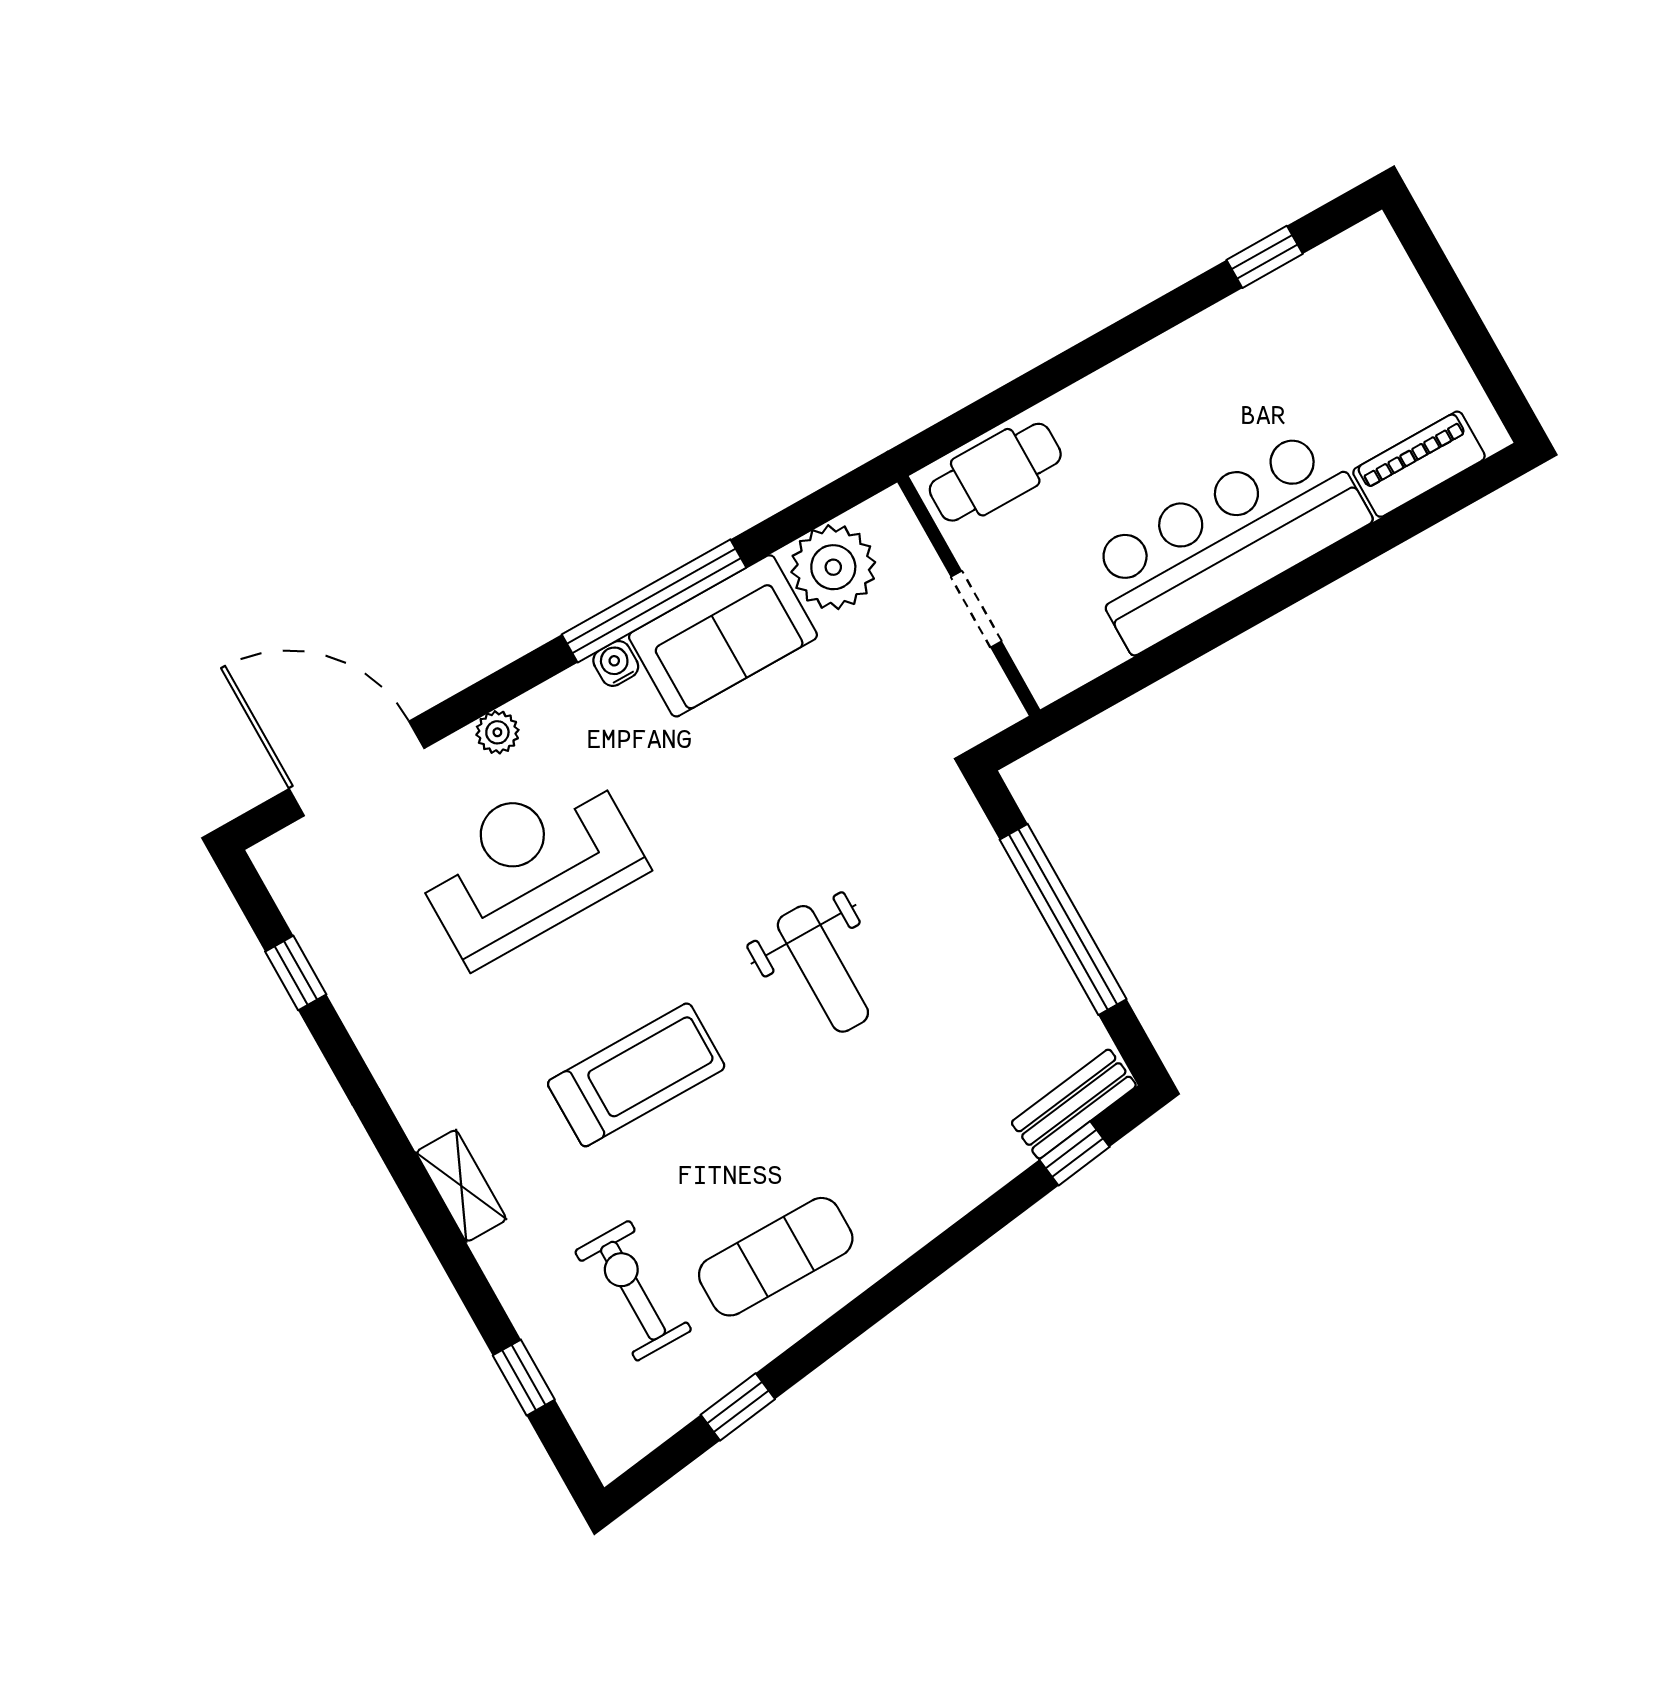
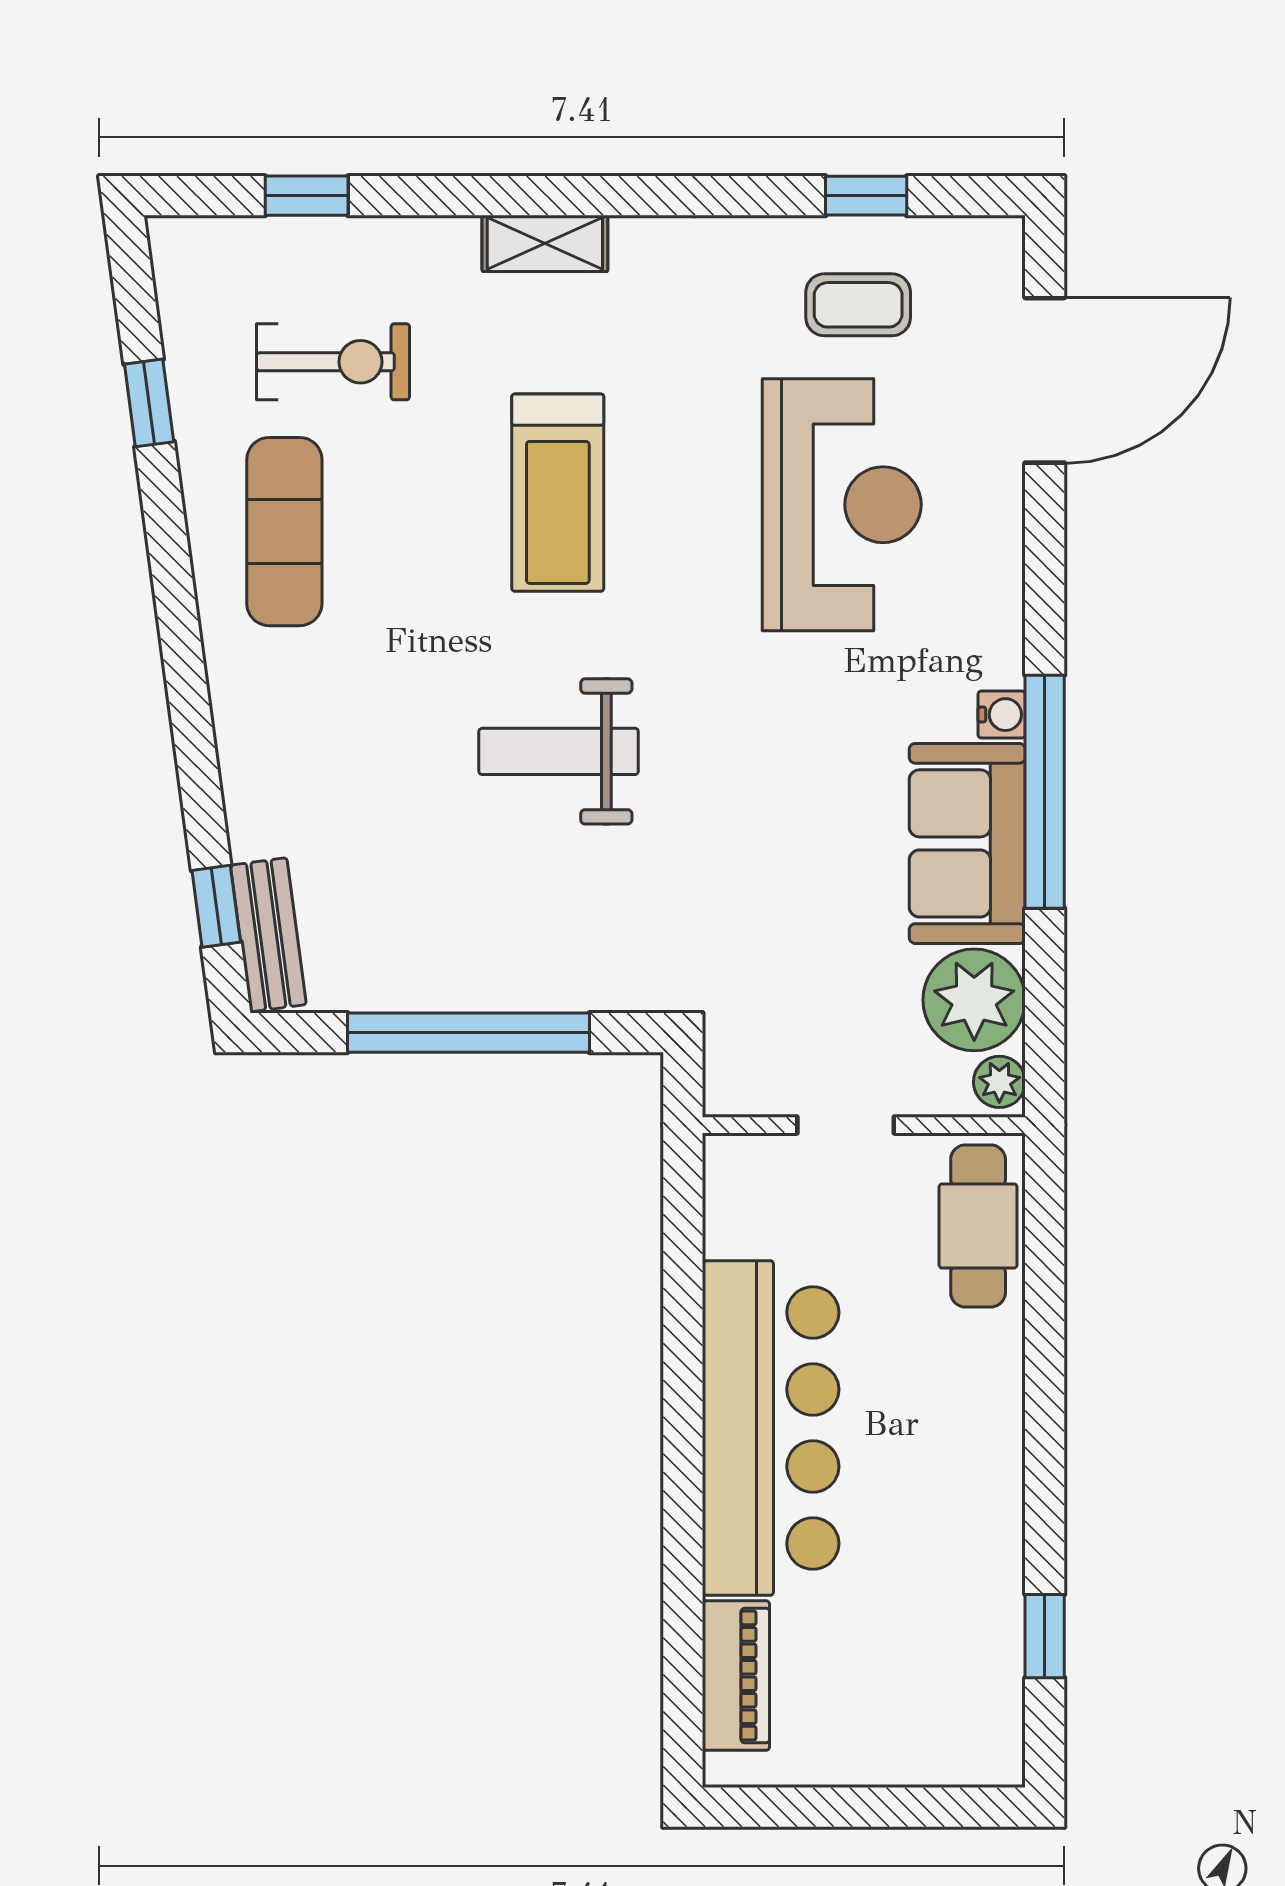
plant: (497, 732) -> (999, 1082), moved
coffee table: (378, 934) -> (858, 305), added

